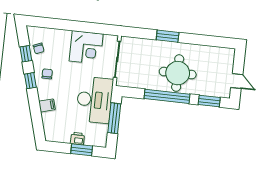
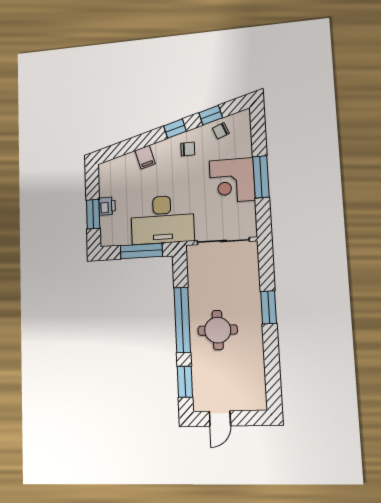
window: (77, 26) -> (261, 177), added
corner desk: (86, 47) -> (232, 180), moved
round table: (178, 73) -> (218, 330), width x0.73, depth x0.73

